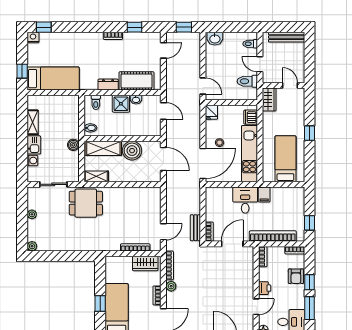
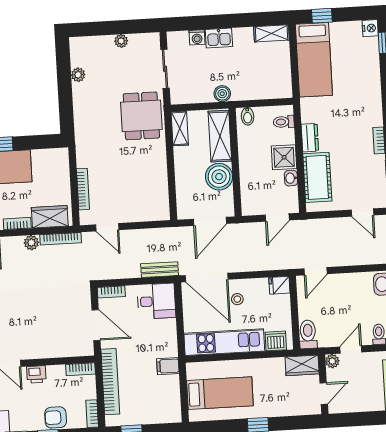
plant: (267, 78) -> (332, 361), added
toilet: (247, 81) -> (308, 334), moved
shelving: (33, 122) -> (271, 33), moved
desk: (245, 200) -> (156, 301), moved
bench: (195, 228) -> (160, 270), moved
plant: (32, 246) -> (78, 75), moved
wardrobe: (145, 264) -> (50, 217), moved, turned 90

